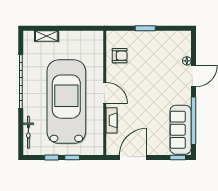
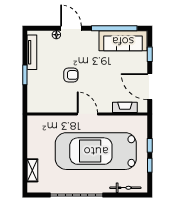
tv unit: (169, 36) -> (32, 52), added
armchair: (120, 56) -> (71, 75), moved, turned 90
door: (105, 93) -> (87, 114), hinge flipped
fireplace: (112, 120) -> (125, 107), moved
window: (178, 158) -> (150, 54), moved

